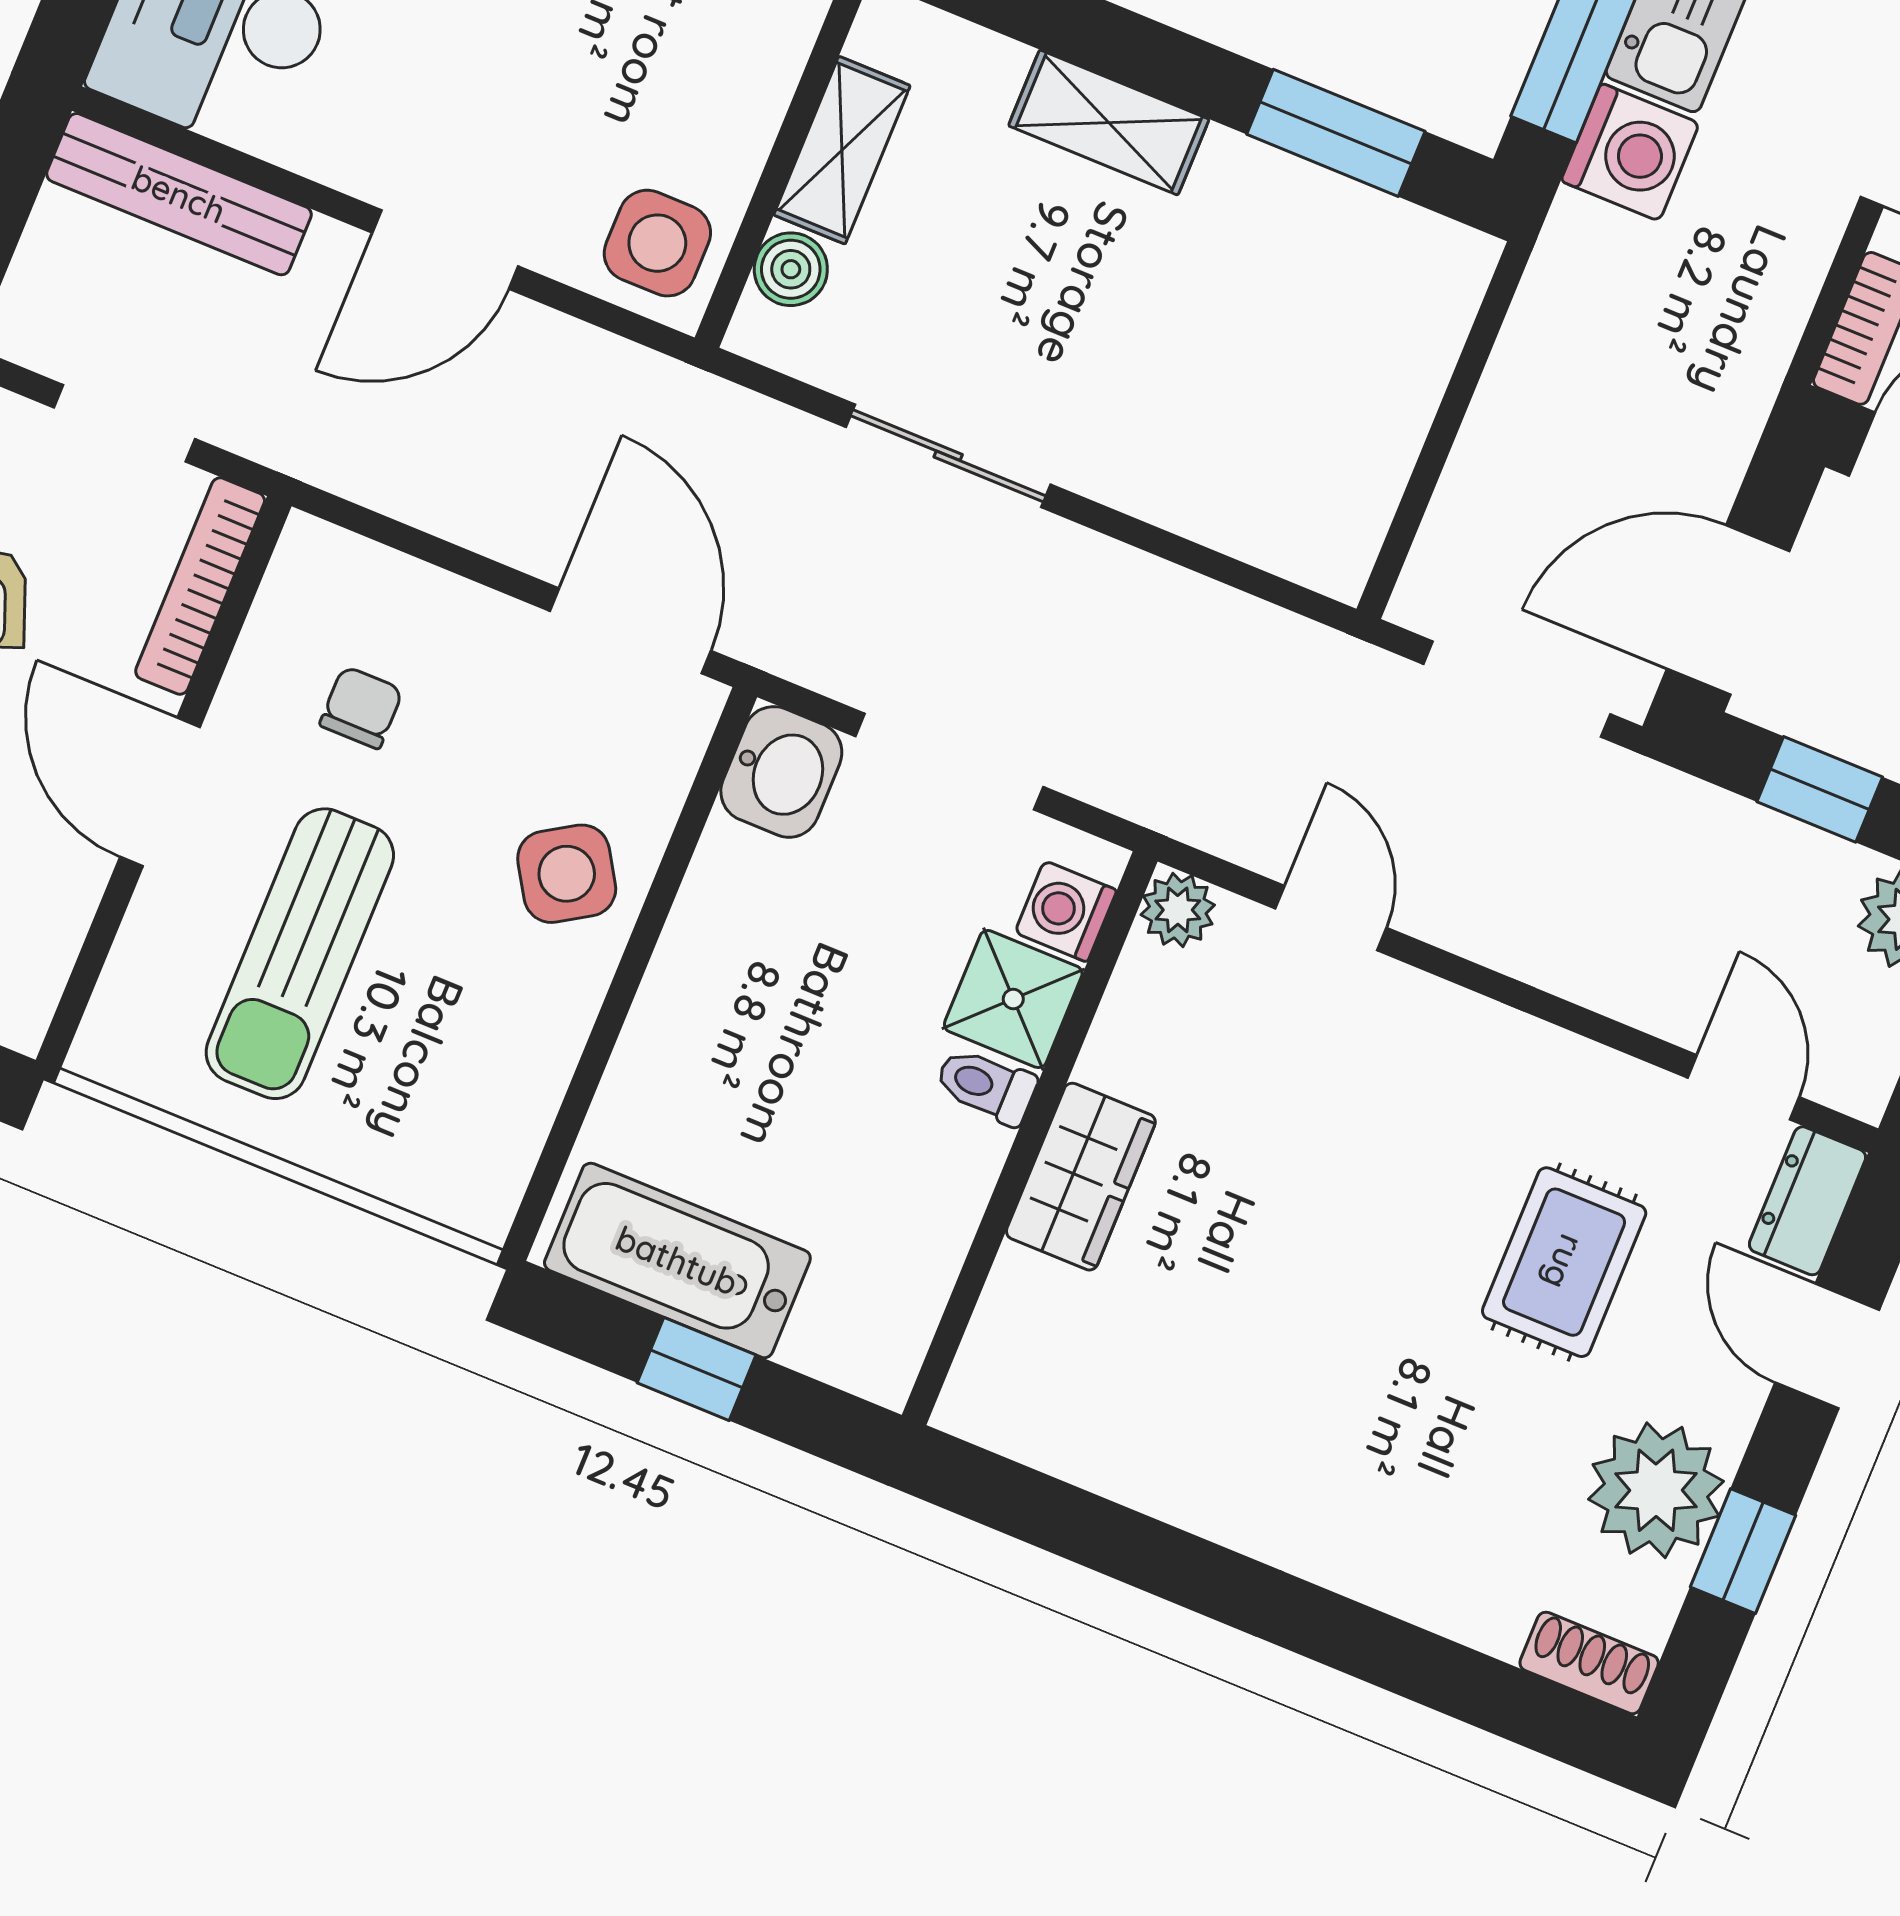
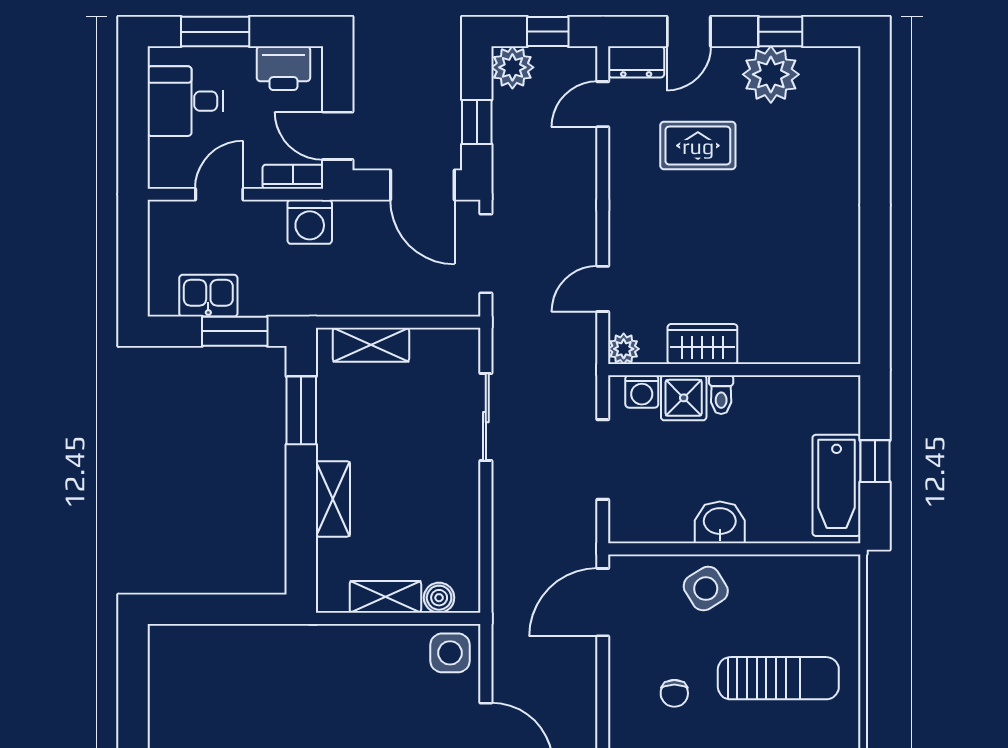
washing machine: (1630, 152) -> (310, 222), moved, turned 180
shelving: (1418, 349) -> (371, 345), added
sliding door: (948, 456) -> (486, 417), moved
chair: (361, 707) -> (674, 693), turned -90
washbasin: (781, 772) -> (720, 522), moved
wardrobe: (1081, 1177) -> (702, 344), moved
shoe rack: (1589, 1663) -> (847, 73), removed

